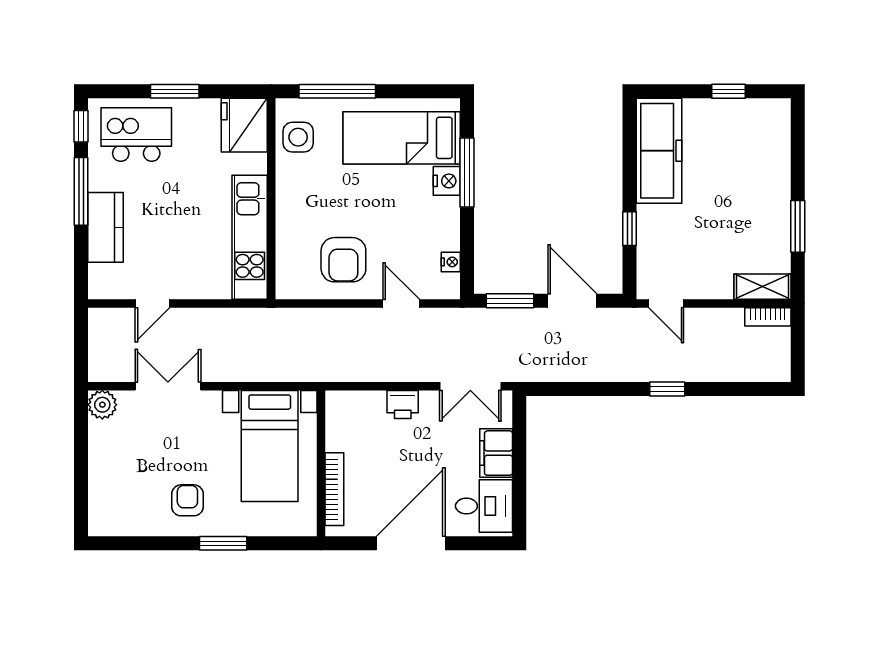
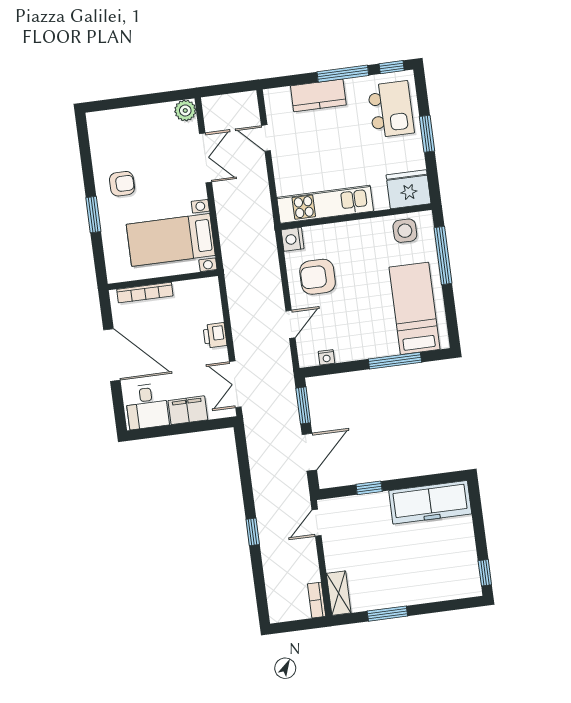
window: (728, 91) -> (485, 573), moved
nightstand: (447, 181) -> (293, 239), moved, turned 90

